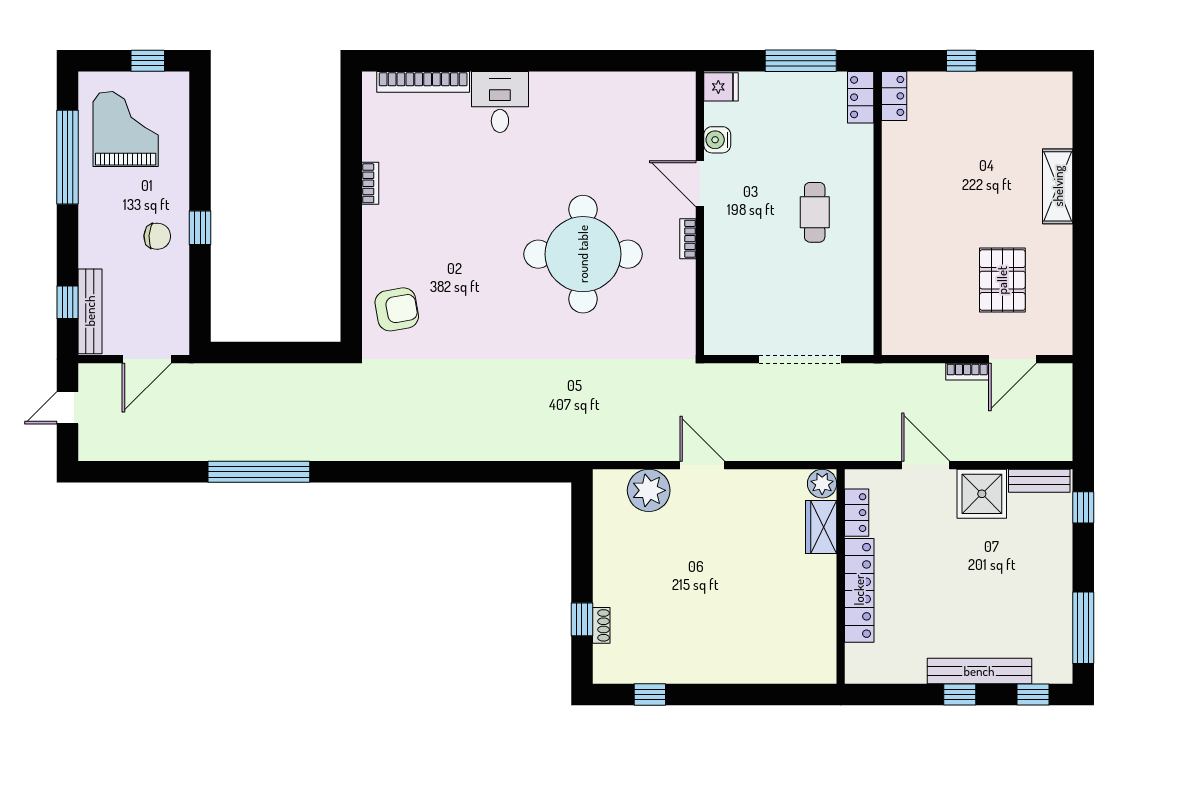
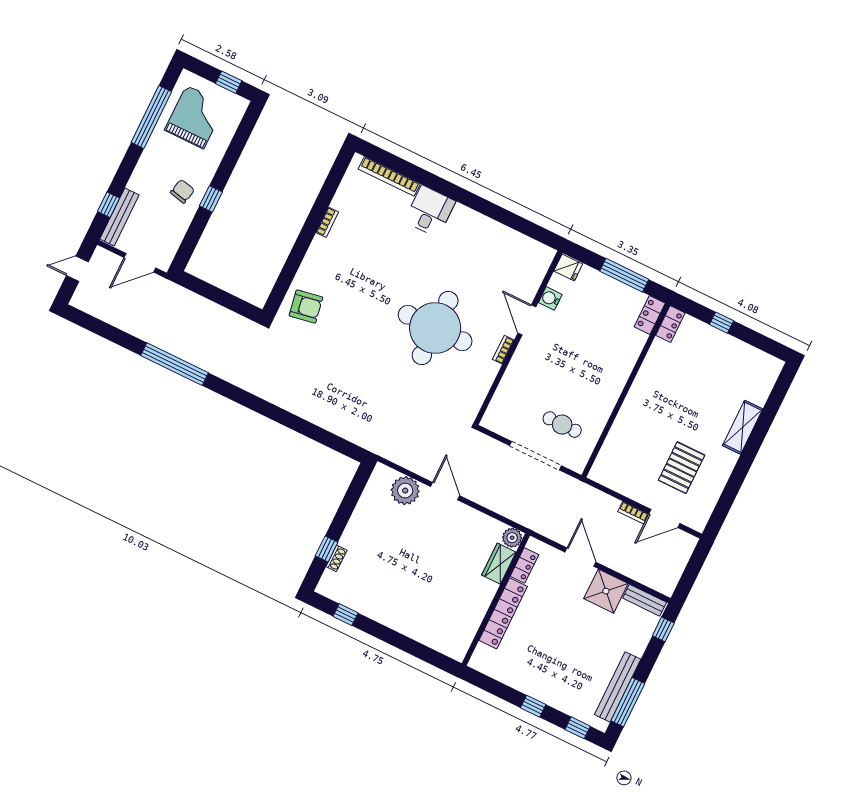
cafe table: (815, 212) -> (562, 425), moved, turned 90
chair: (157, 236) -> (182, 191), turned -80
bench: (979, 671) -> (618, 687), moved, turned 90

